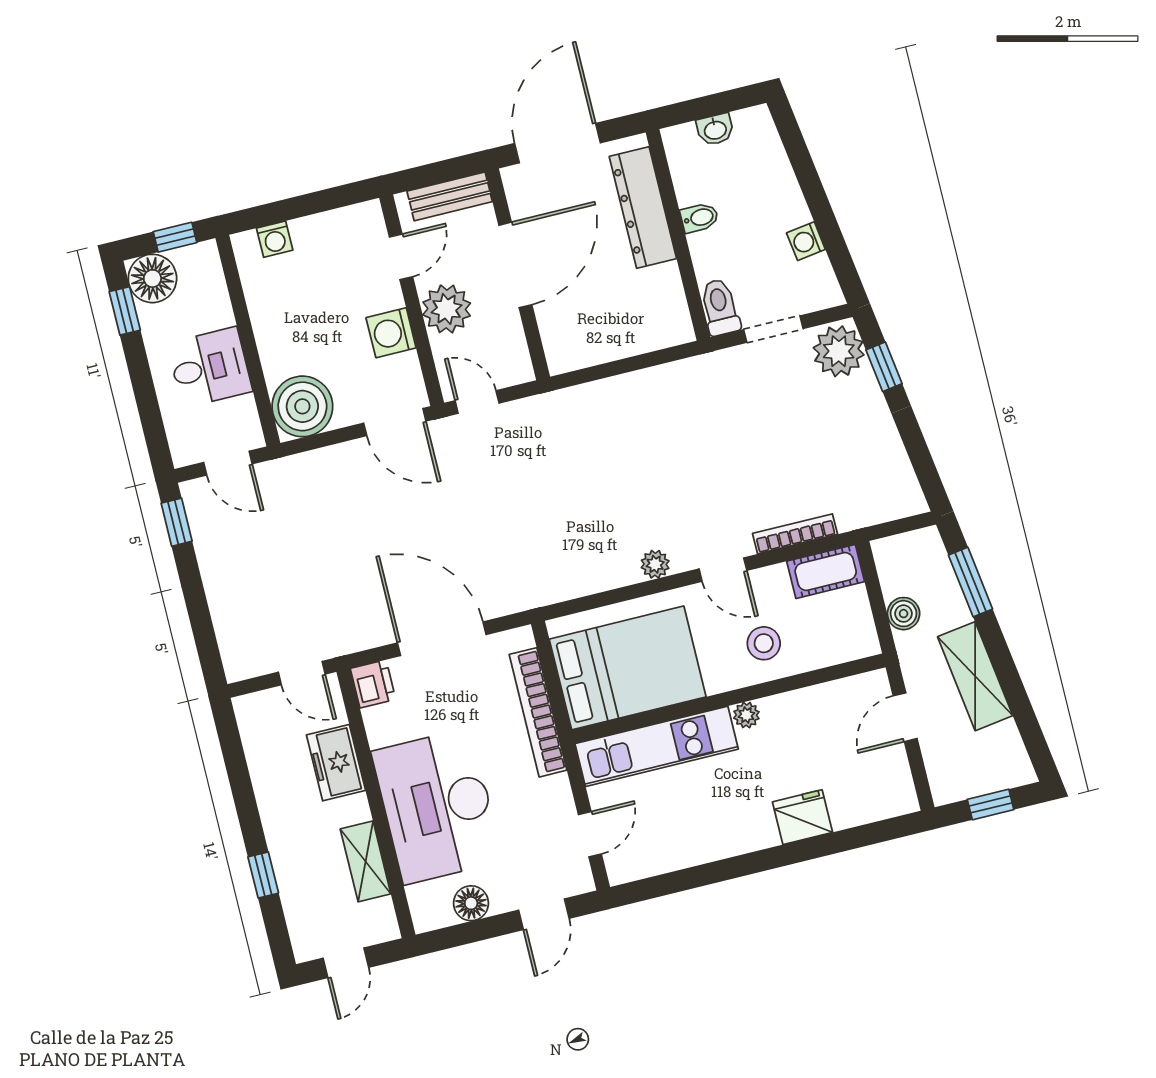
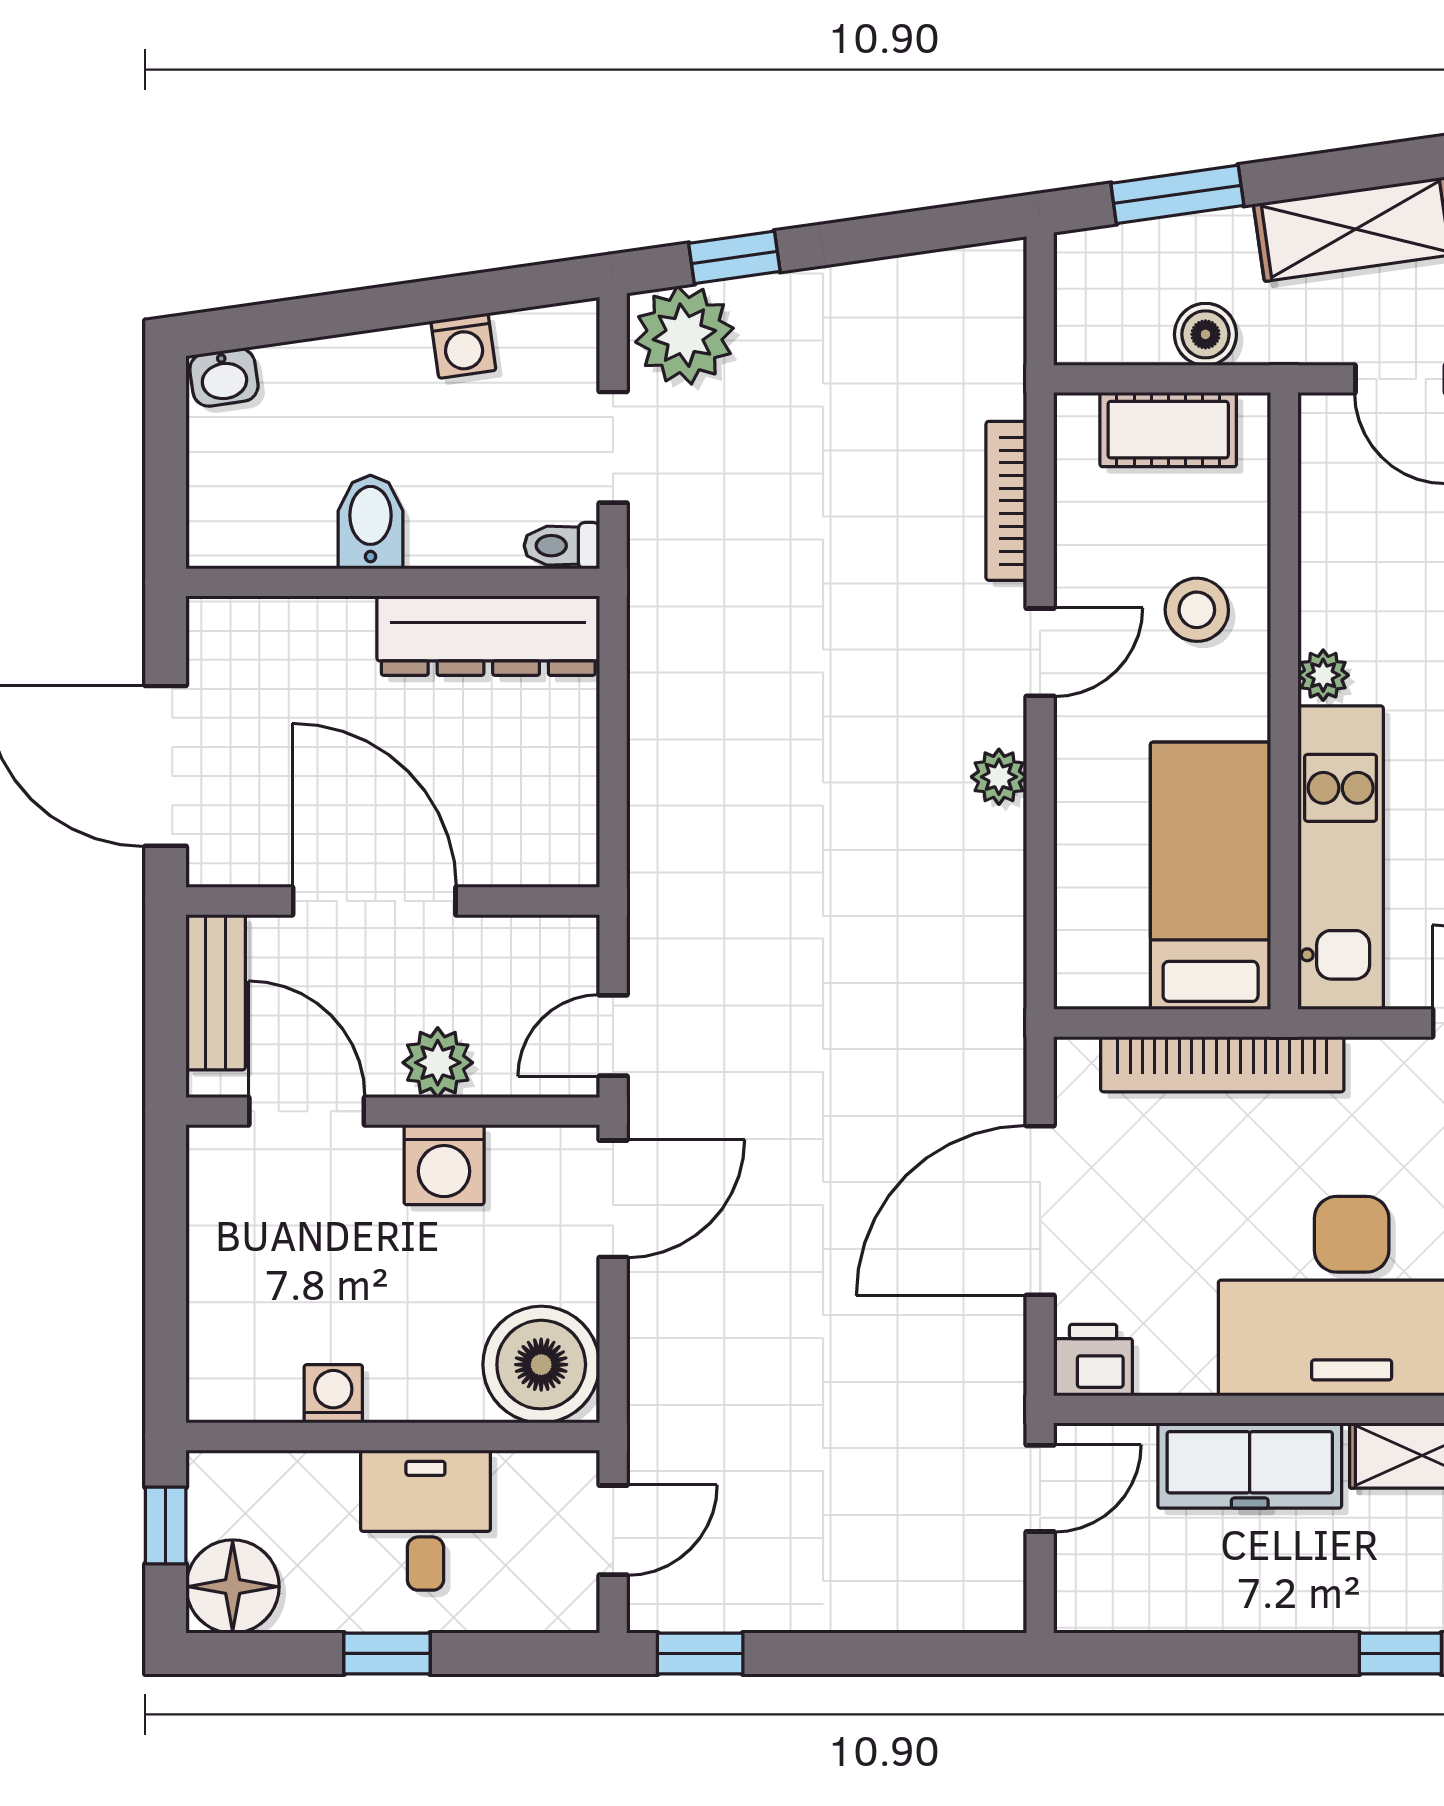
washbasin: (715, 129) -> (224, 377), moved, turned 82
dresser: (643, 207) -> (488, 636), moved
bidet: (699, 218) -> (370, 522), width x1.38, depth x1.36
washing machine: (275, 239) -> (333, 1394), moved, turned -90
door: (401, 257) -> (307, 1111), width x1.38
toilet: (720, 307) -> (562, 546), width x0.73, depth x0.72
plant: (447, 309) -> (438, 1063), width x0.73, depth x0.73
window: (125, 311) -> (387, 1653), moved
cot: (826, 571) -> (1168, 430), moved, turned 90
bed: (628, 668) -> (1211, 876), width x0.67
freezer: (336, 763) -> (1250, 1466), width x1.40

